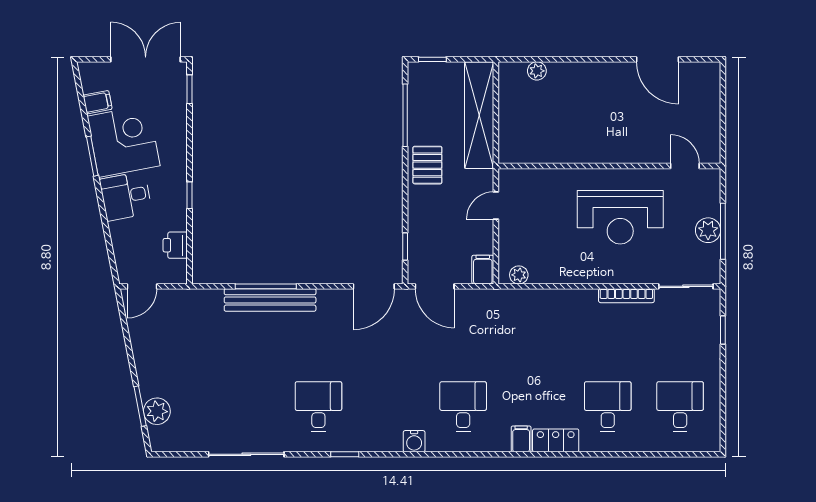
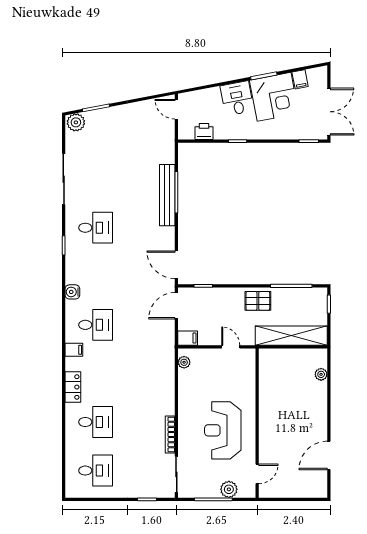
plant: (708, 230) -> (229, 489), moved
plant: (157, 411) -> (76, 122), moved
filing cabinet: (521, 439) -> (74, 350), moved

